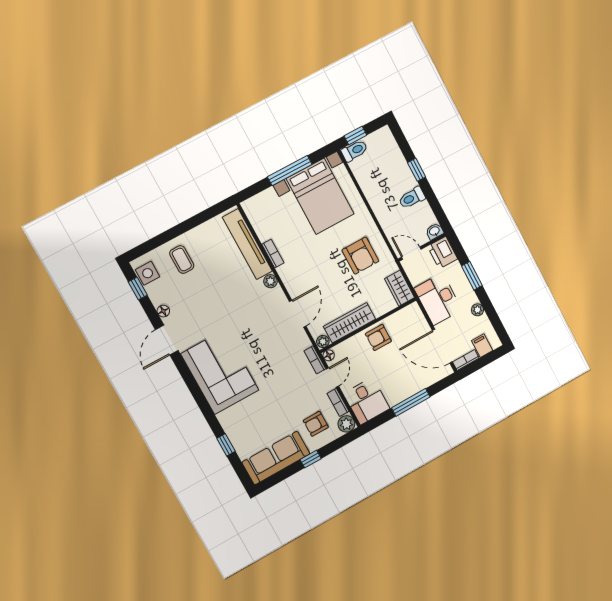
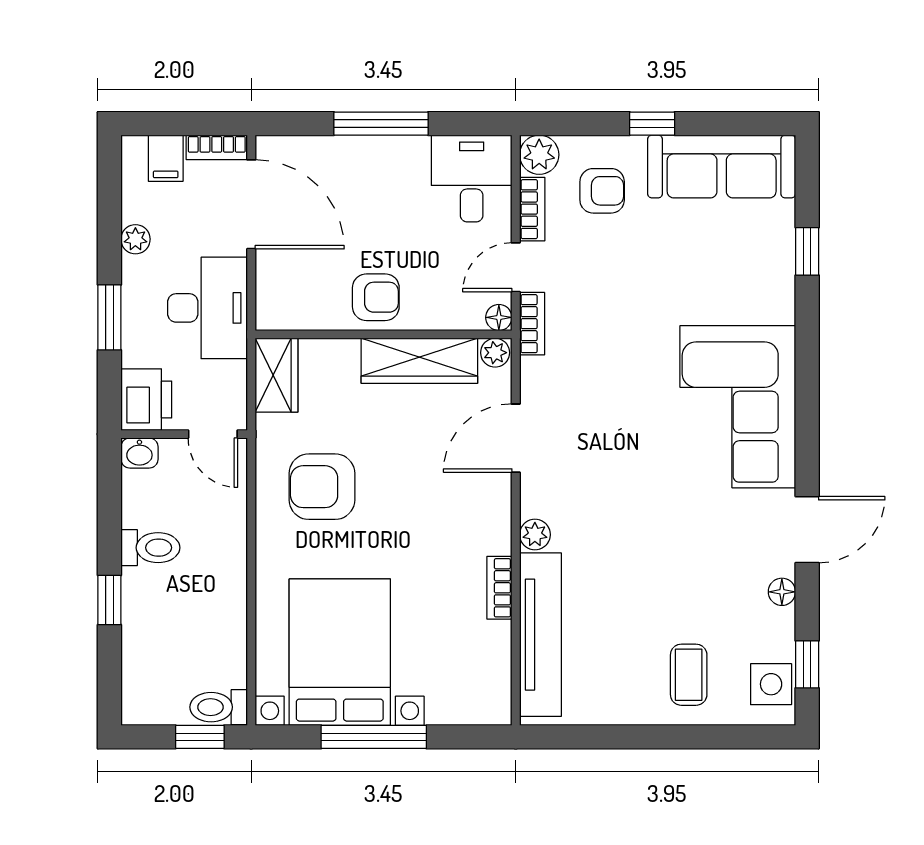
armchair: (360, 256) -> (322, 487), turned -90

